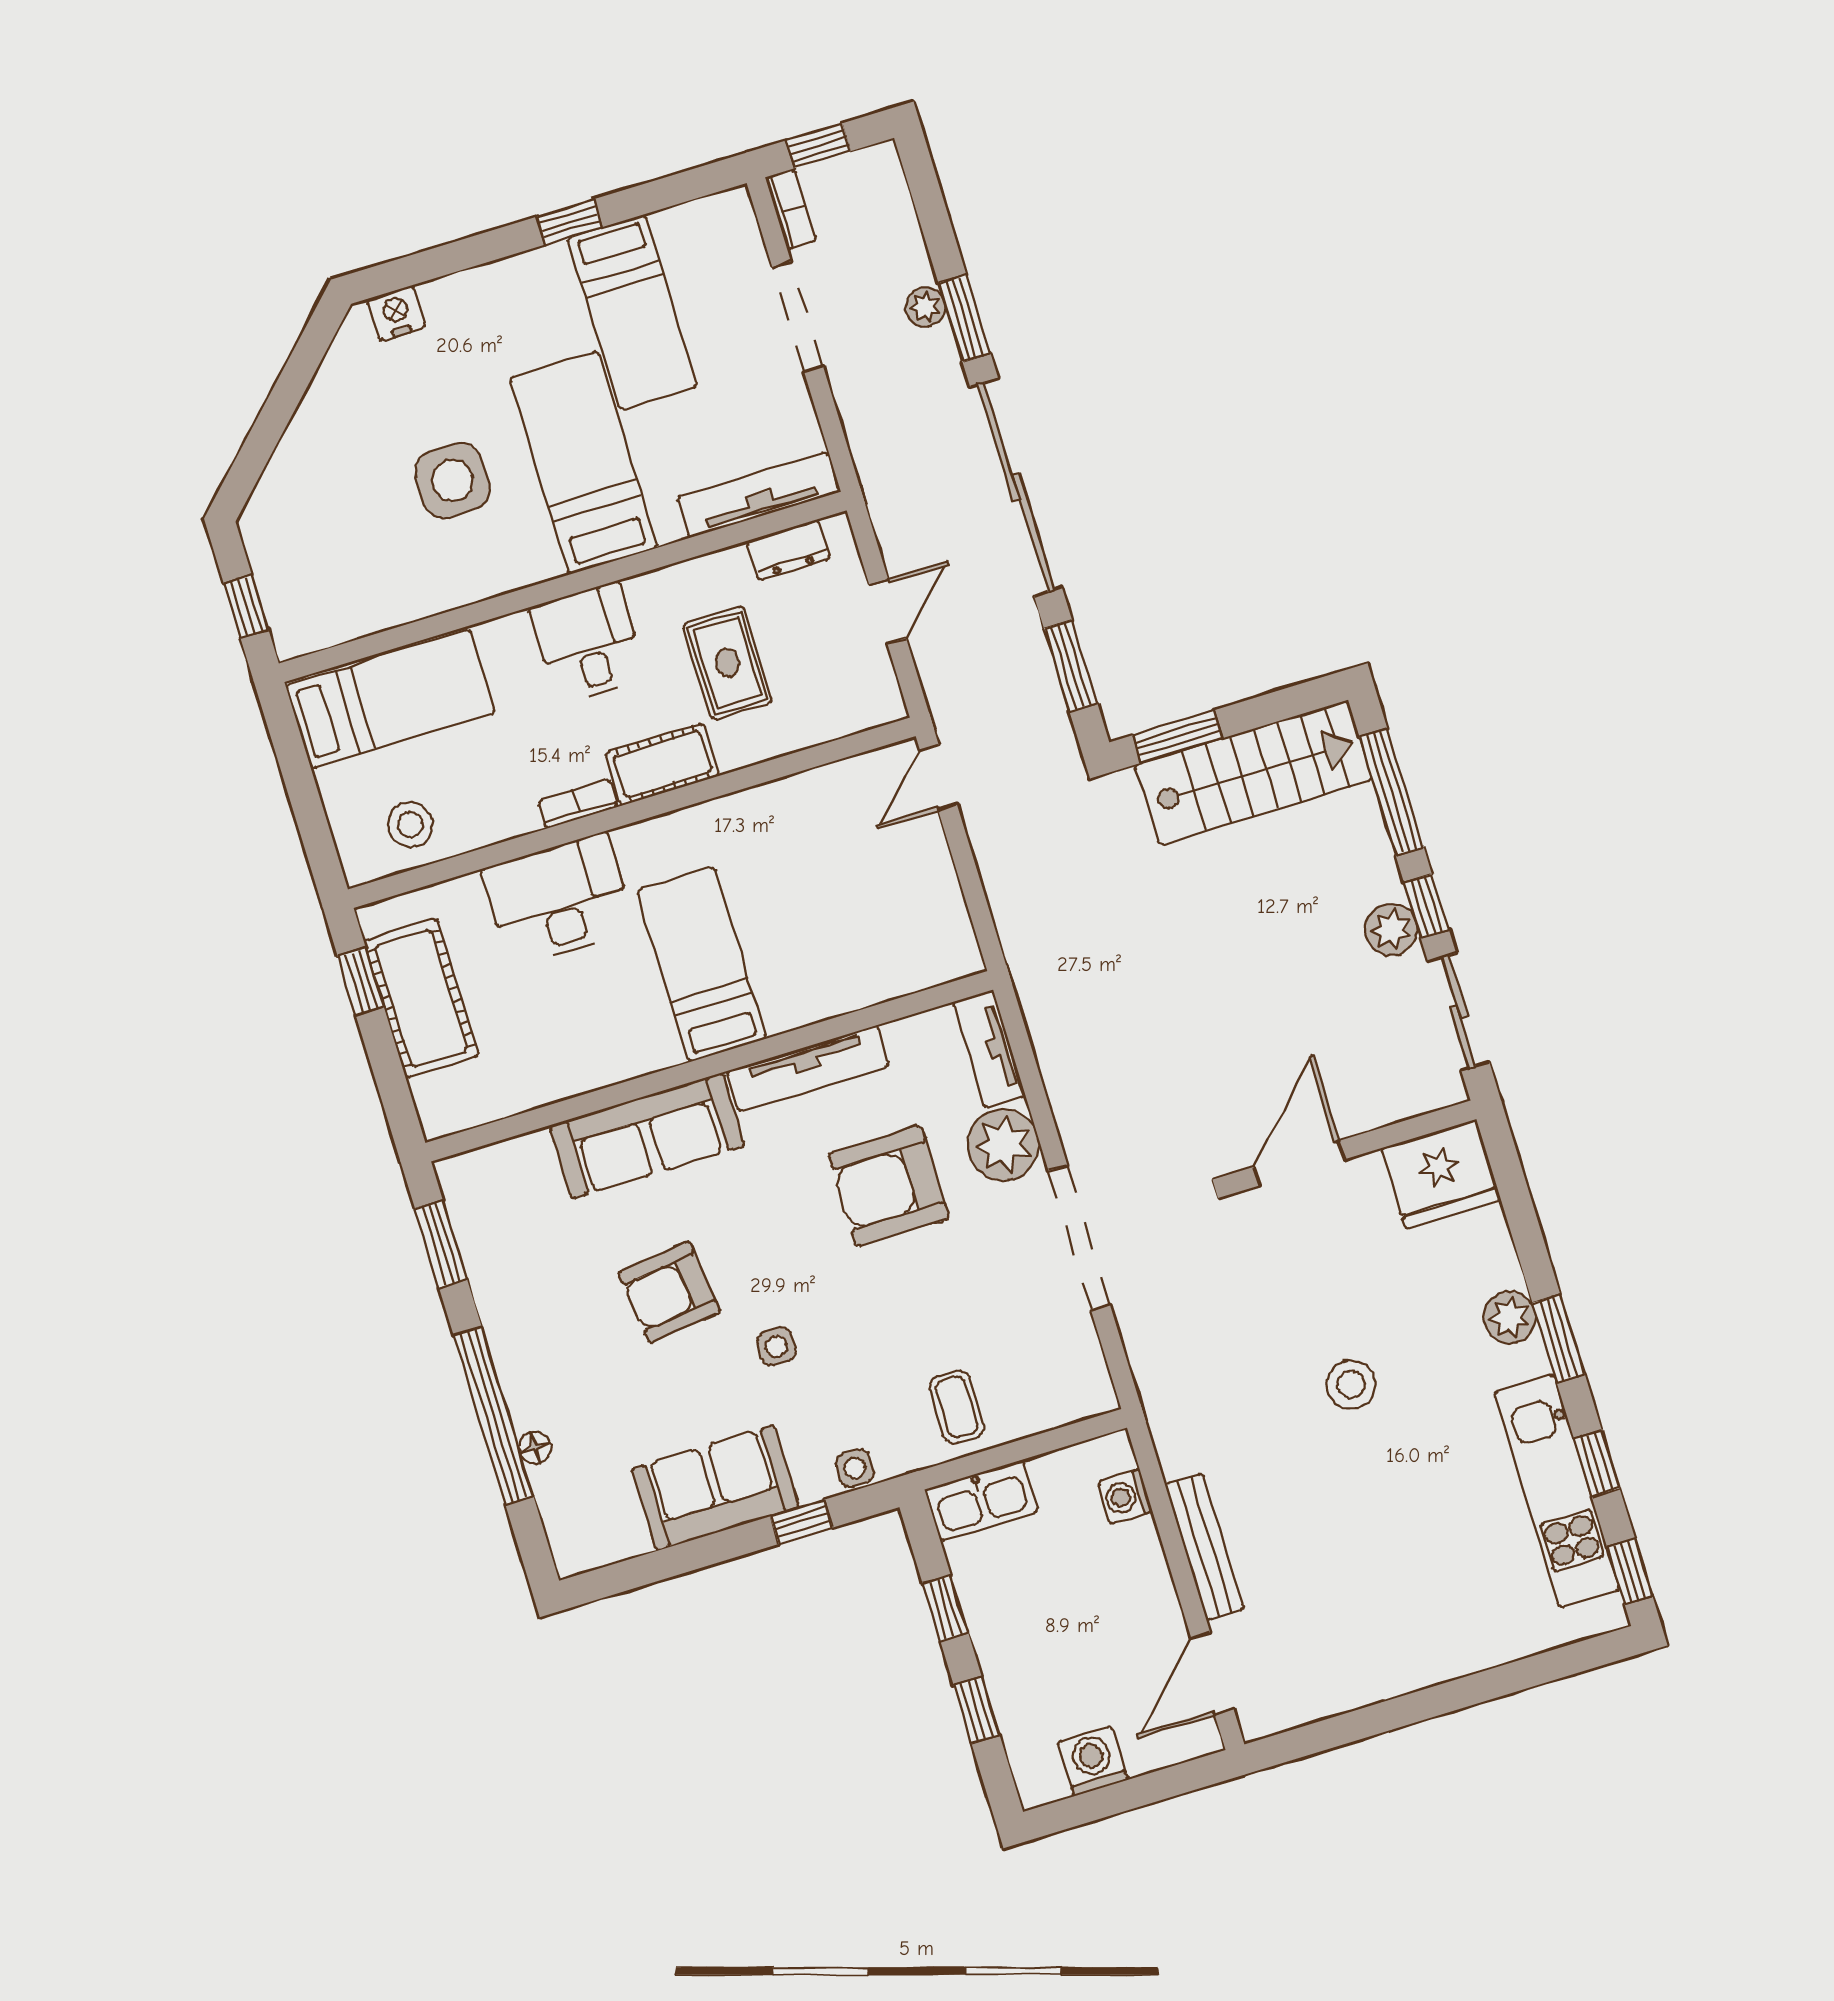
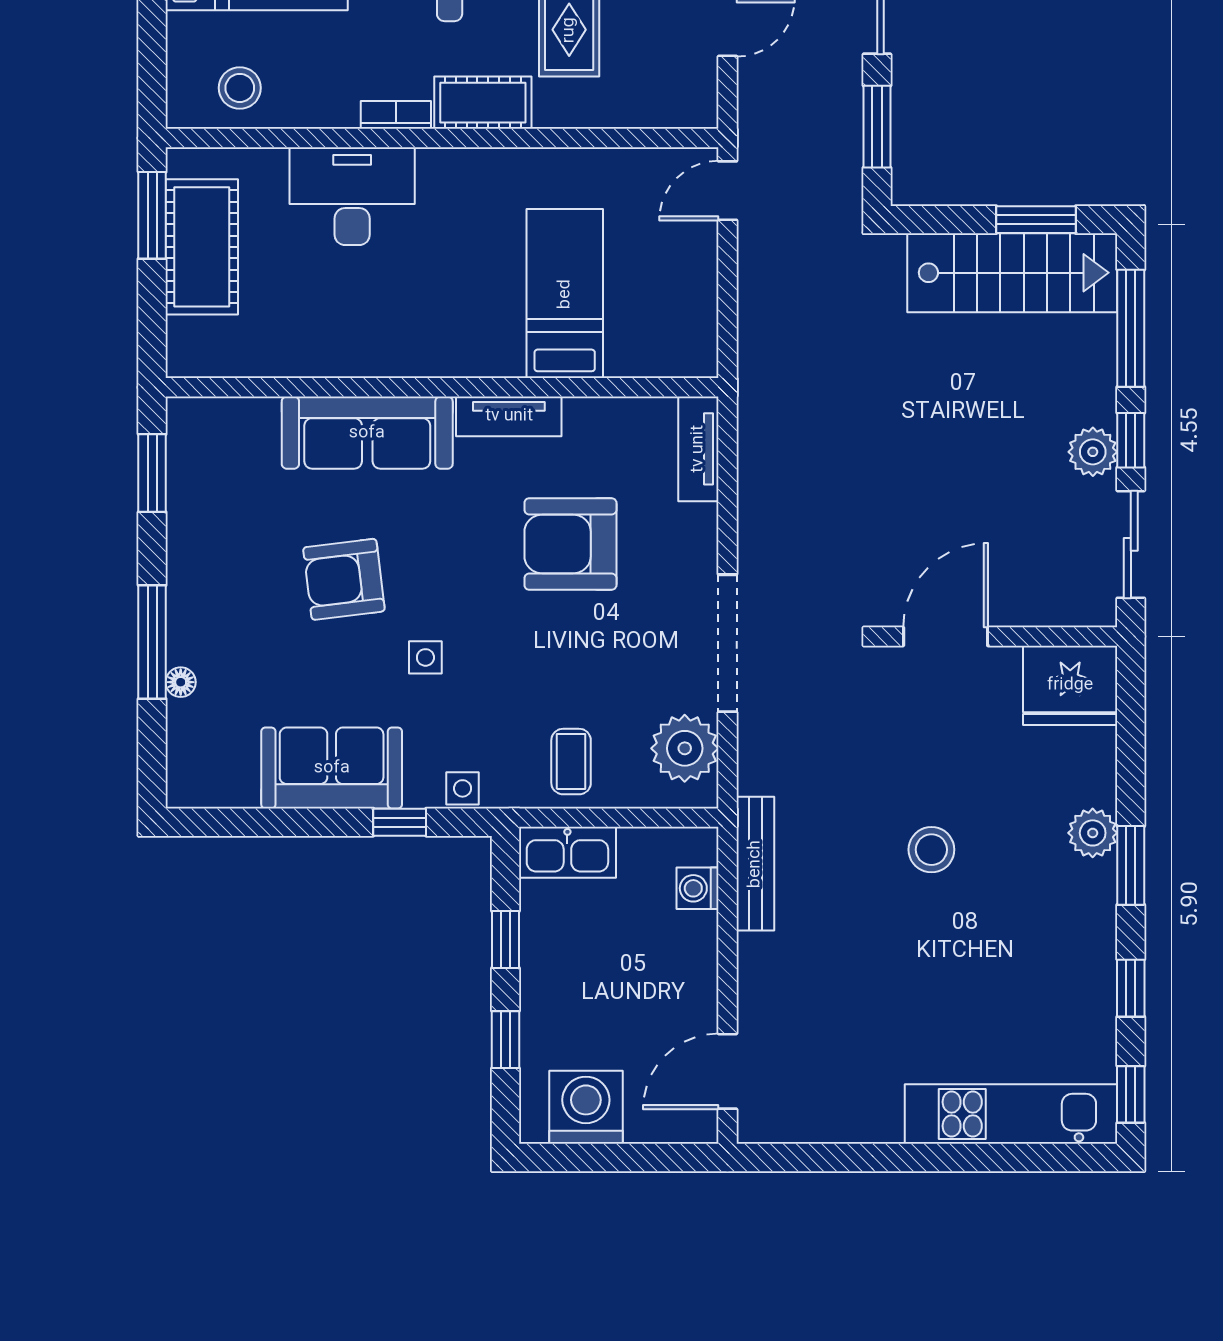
window: (1178, 737) -> (1036, 220), moved
bed: (701, 964) -> (565, 294), moved
window: (361, 982) -> (152, 215), width x1.50
tv unit: (808, 1068) -> (509, 416), width x0.71
plant: (1003, 1145) -> (685, 748), moved
window: (493, 1416) -> (152, 642), width x0.68
kitchen unit: (1557, 1491) -> (1011, 1114), moved, turned 90
bench: (1205, 1547) -> (755, 864), moved
washing machine: (1093, 1761) -> (586, 1107), width x1.37, depth x1.37

